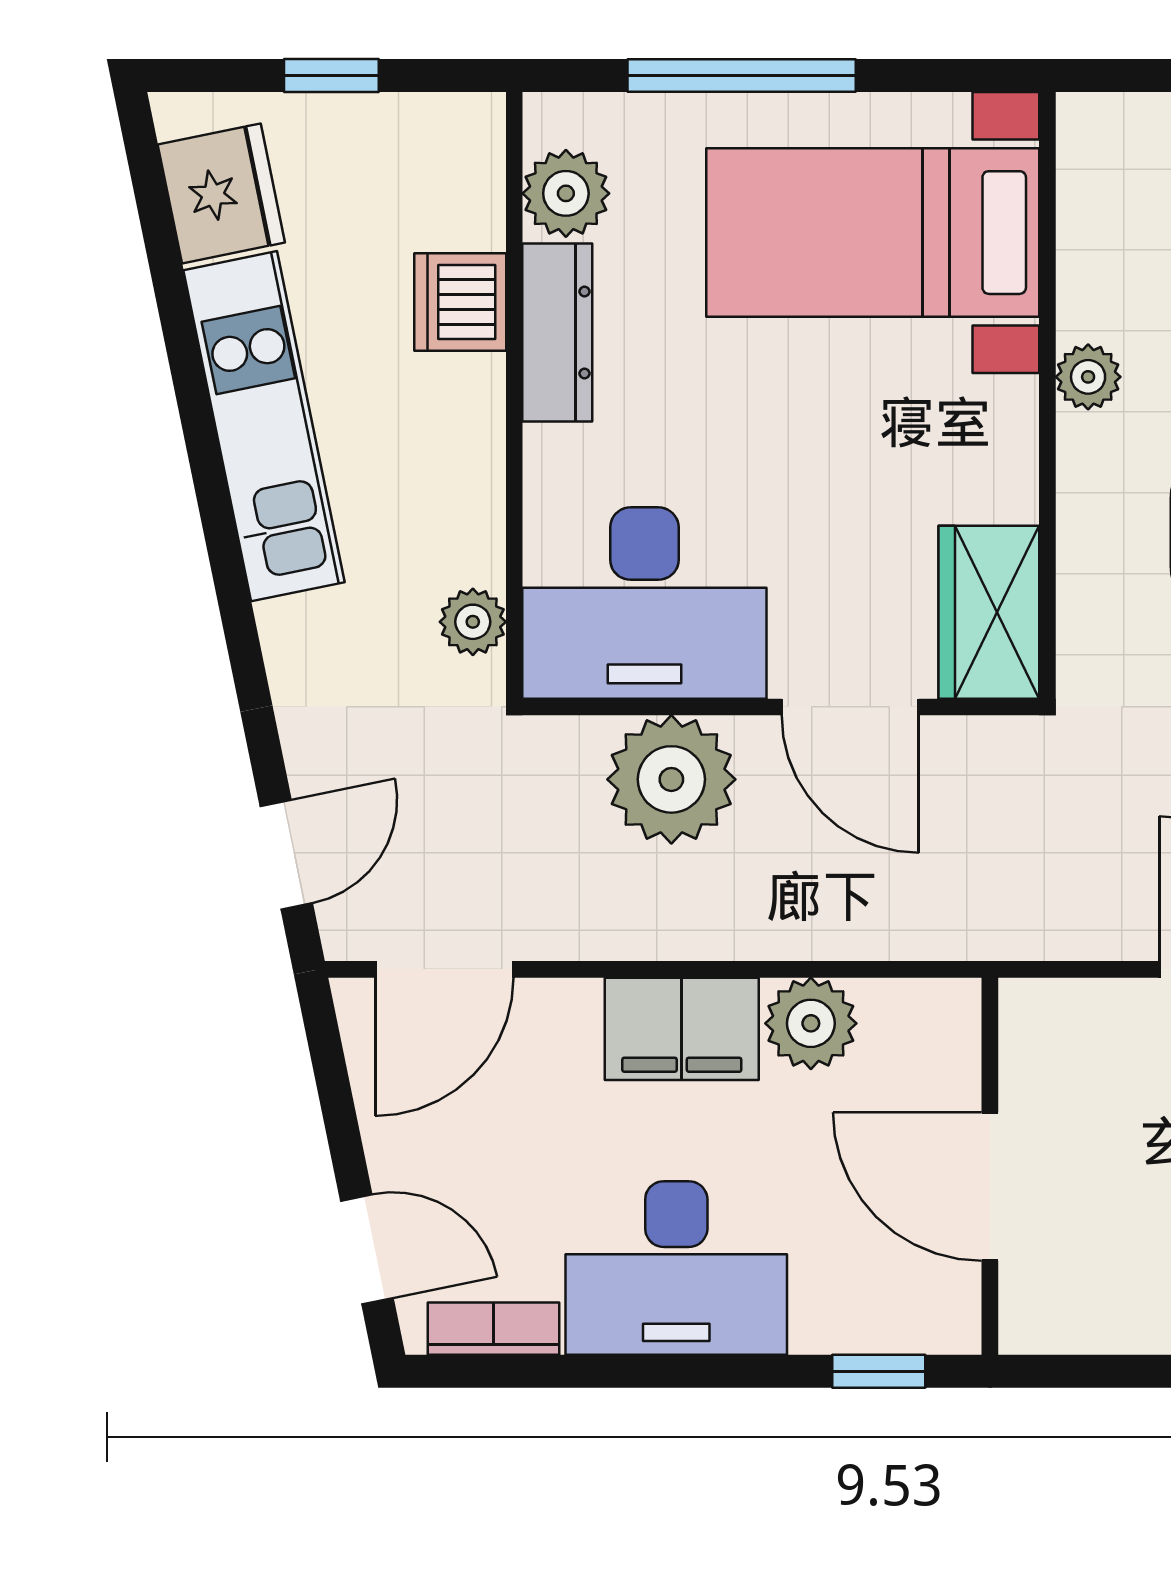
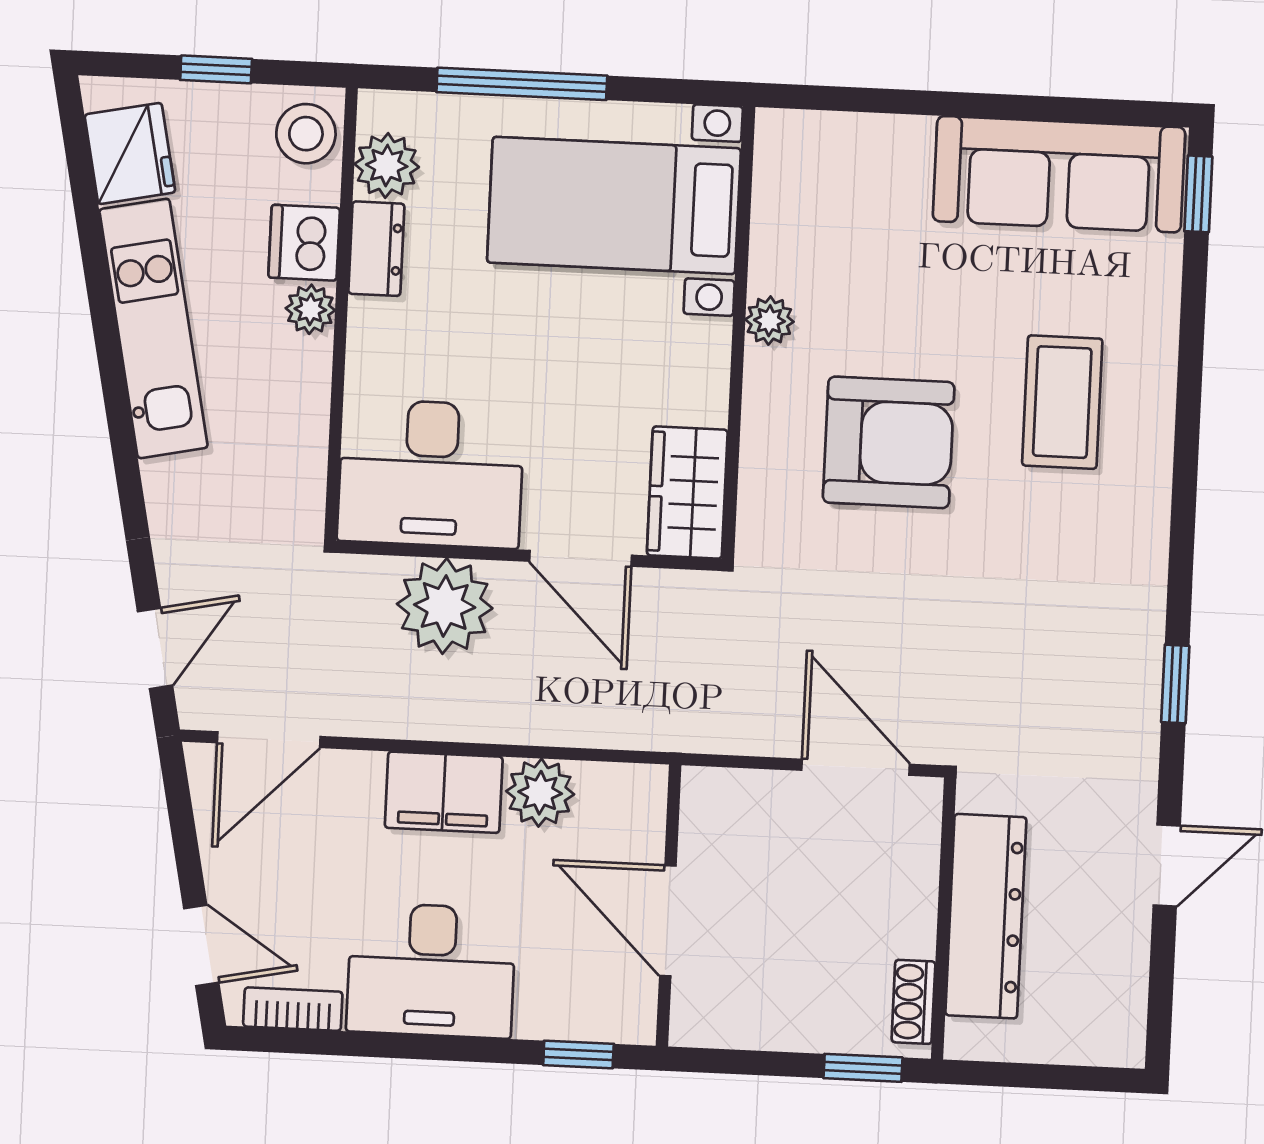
stool: (456, 156) -> (306, 134), added
dresser: (557, 332) -> (376, 249), width x0.70
plant: (473, 622) -> (310, 309), moved

